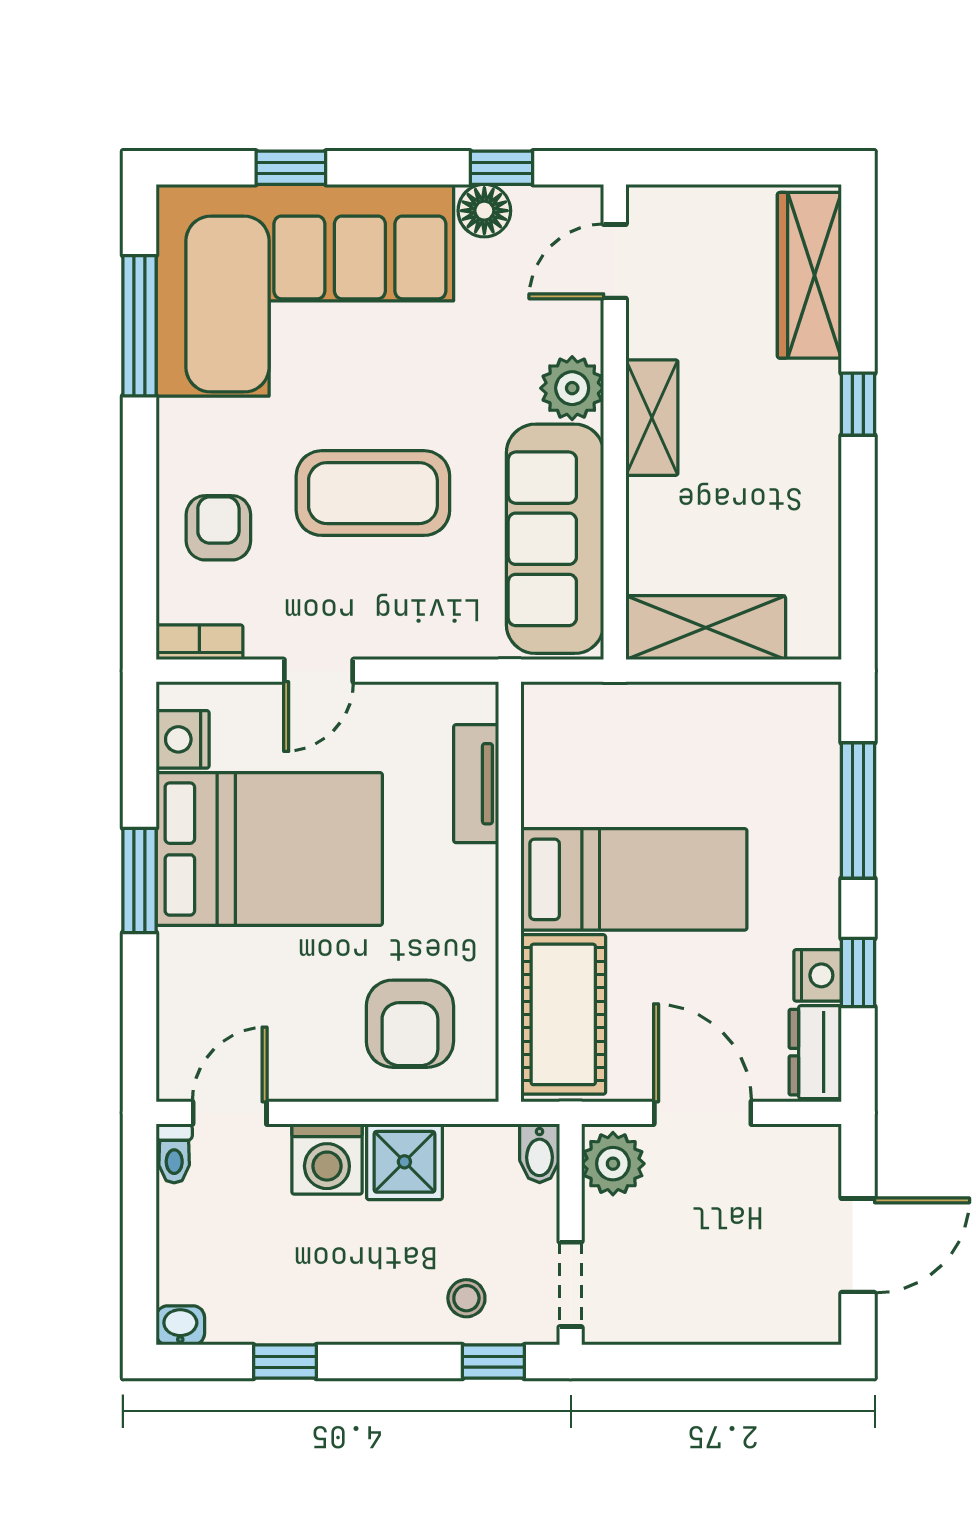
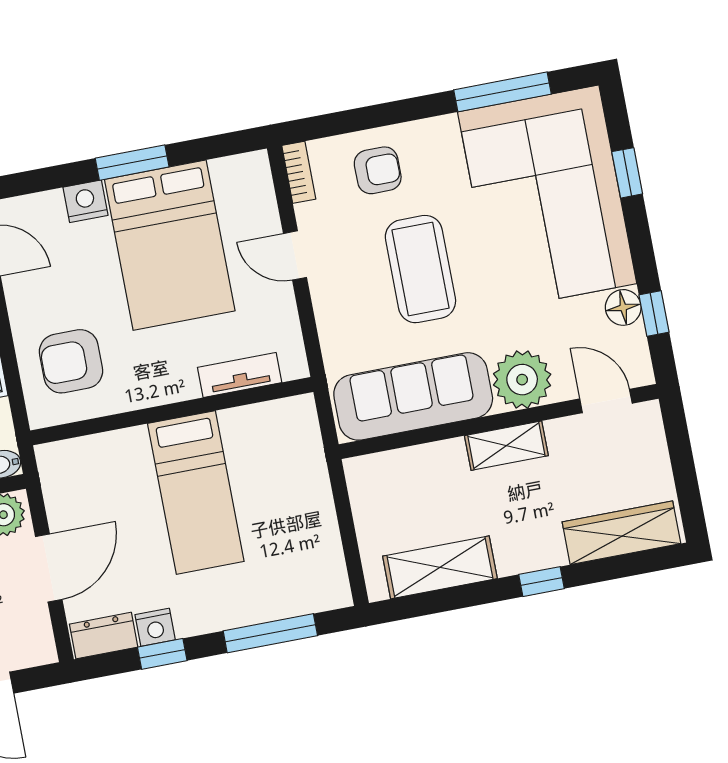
plant: (572, 388) -> (522, 380), width x1.36, depth x1.36
shelving: (706, 628) -> (440, 567), moved, turned 90
nightstand: (183, 739) -> (85, 201), moved
cot: (563, 1014) -> (97, 463), removed

